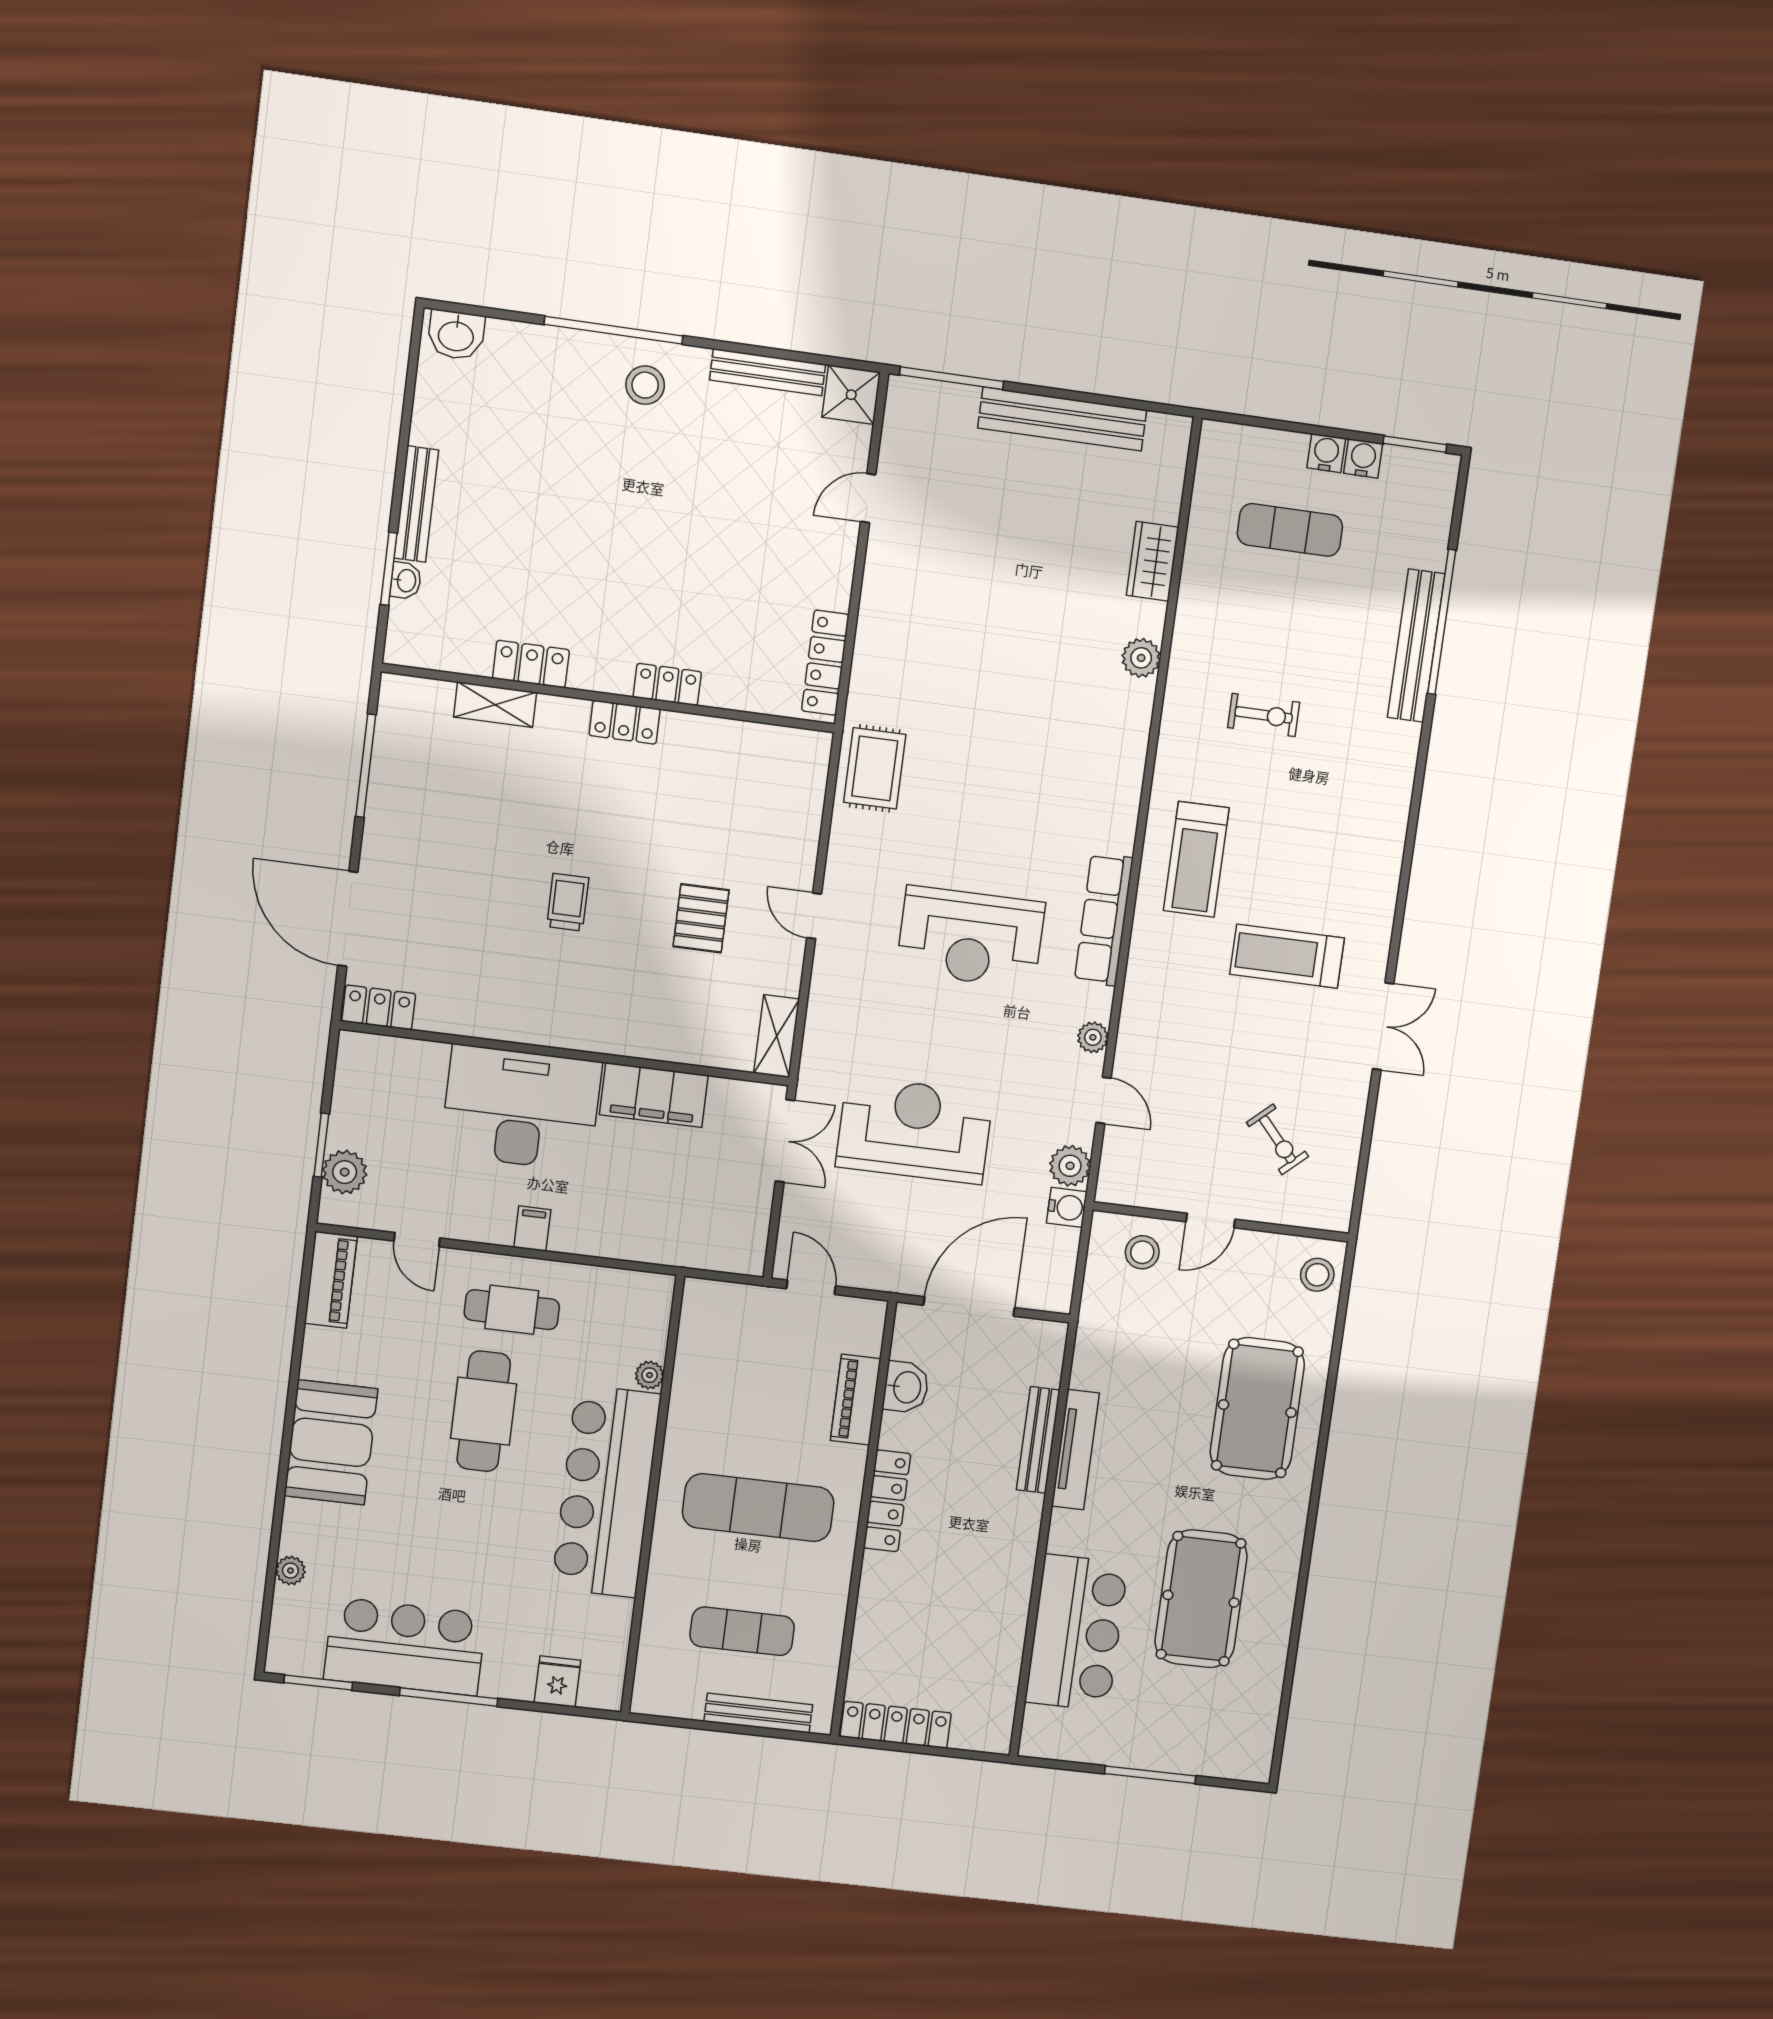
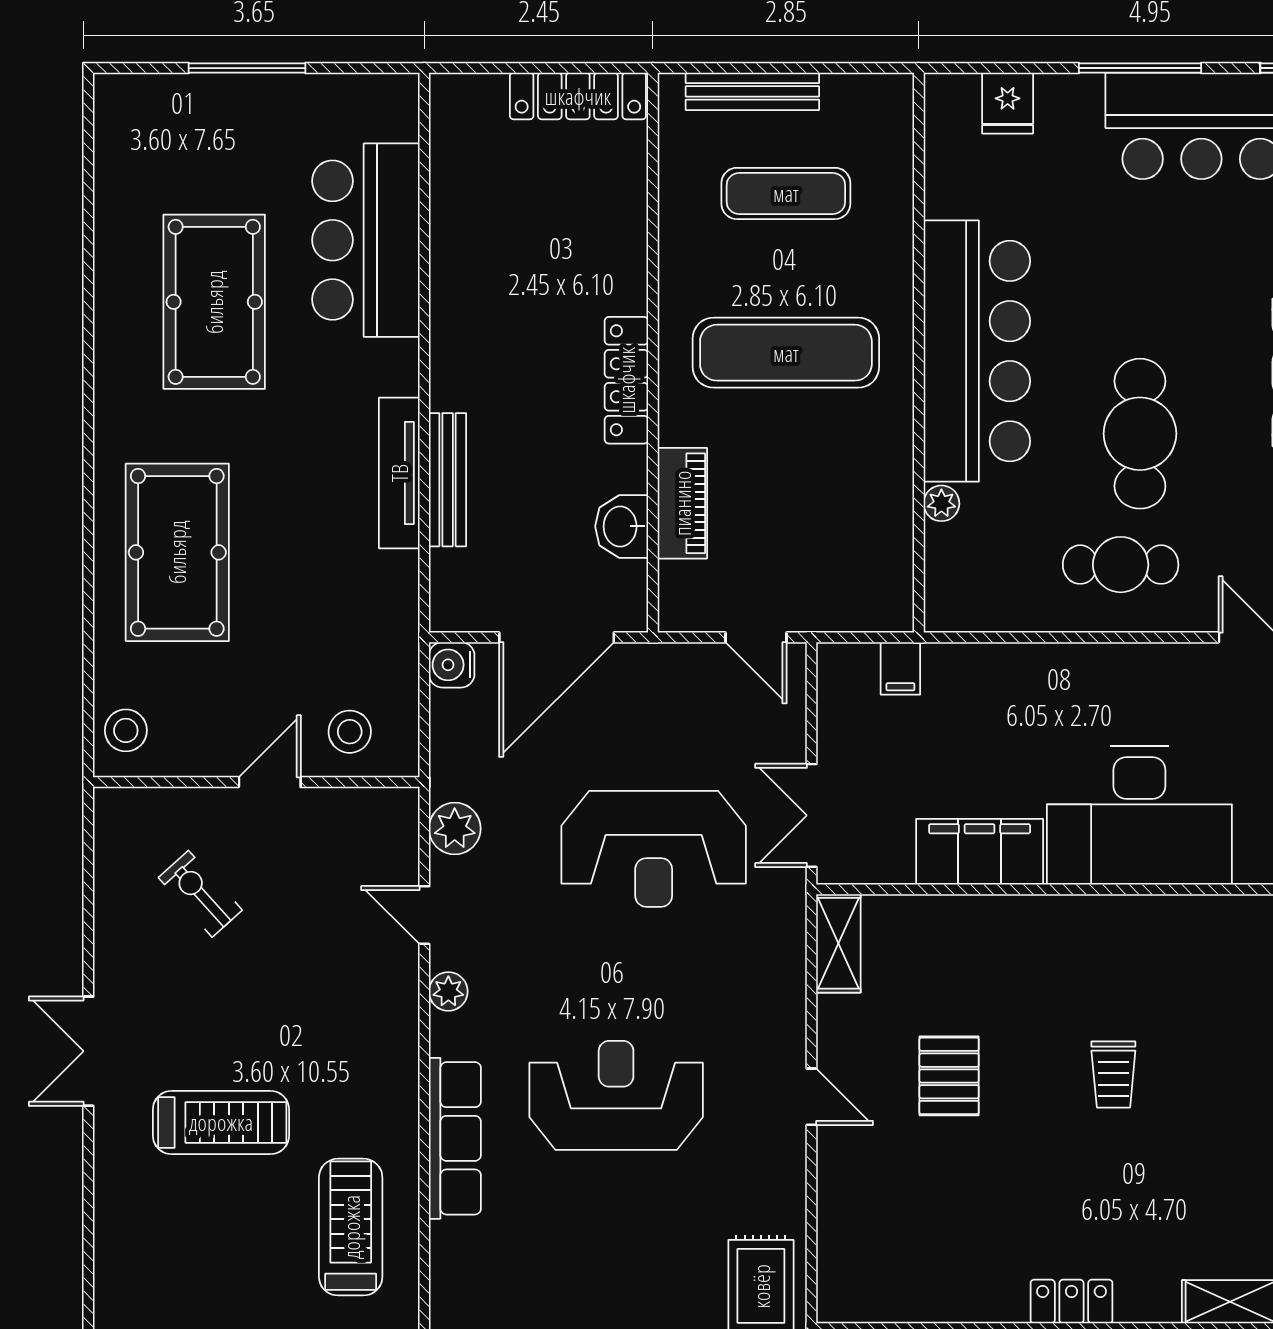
water cooler: (1067, 1207) -> (452, 665), moved
filing cabinet: (532, 1229) -> (900, 668), moved

